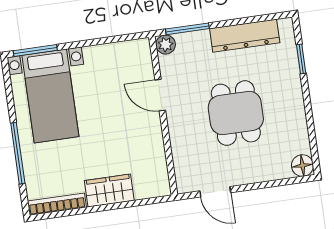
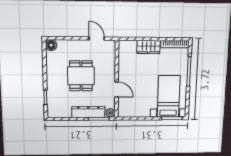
dresser: (245, 36) -> (88, 112), moved

